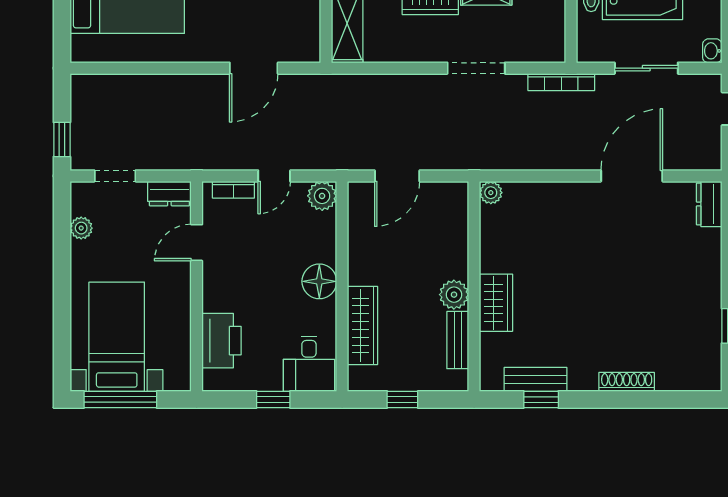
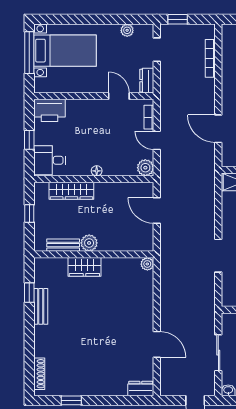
bookcase: (561, 82) -> (210, 58), moved
door: (632, 176) -> (157, 344), width x0.73
floor lamp: (319, 281) -> (97, 171), width x0.53, depth x0.53
printer: (222, 341) -> (49, 110), moved
bench: (535, 379) -> (41, 306), moved
shoe rack: (627, 382) -> (39, 374), moved

